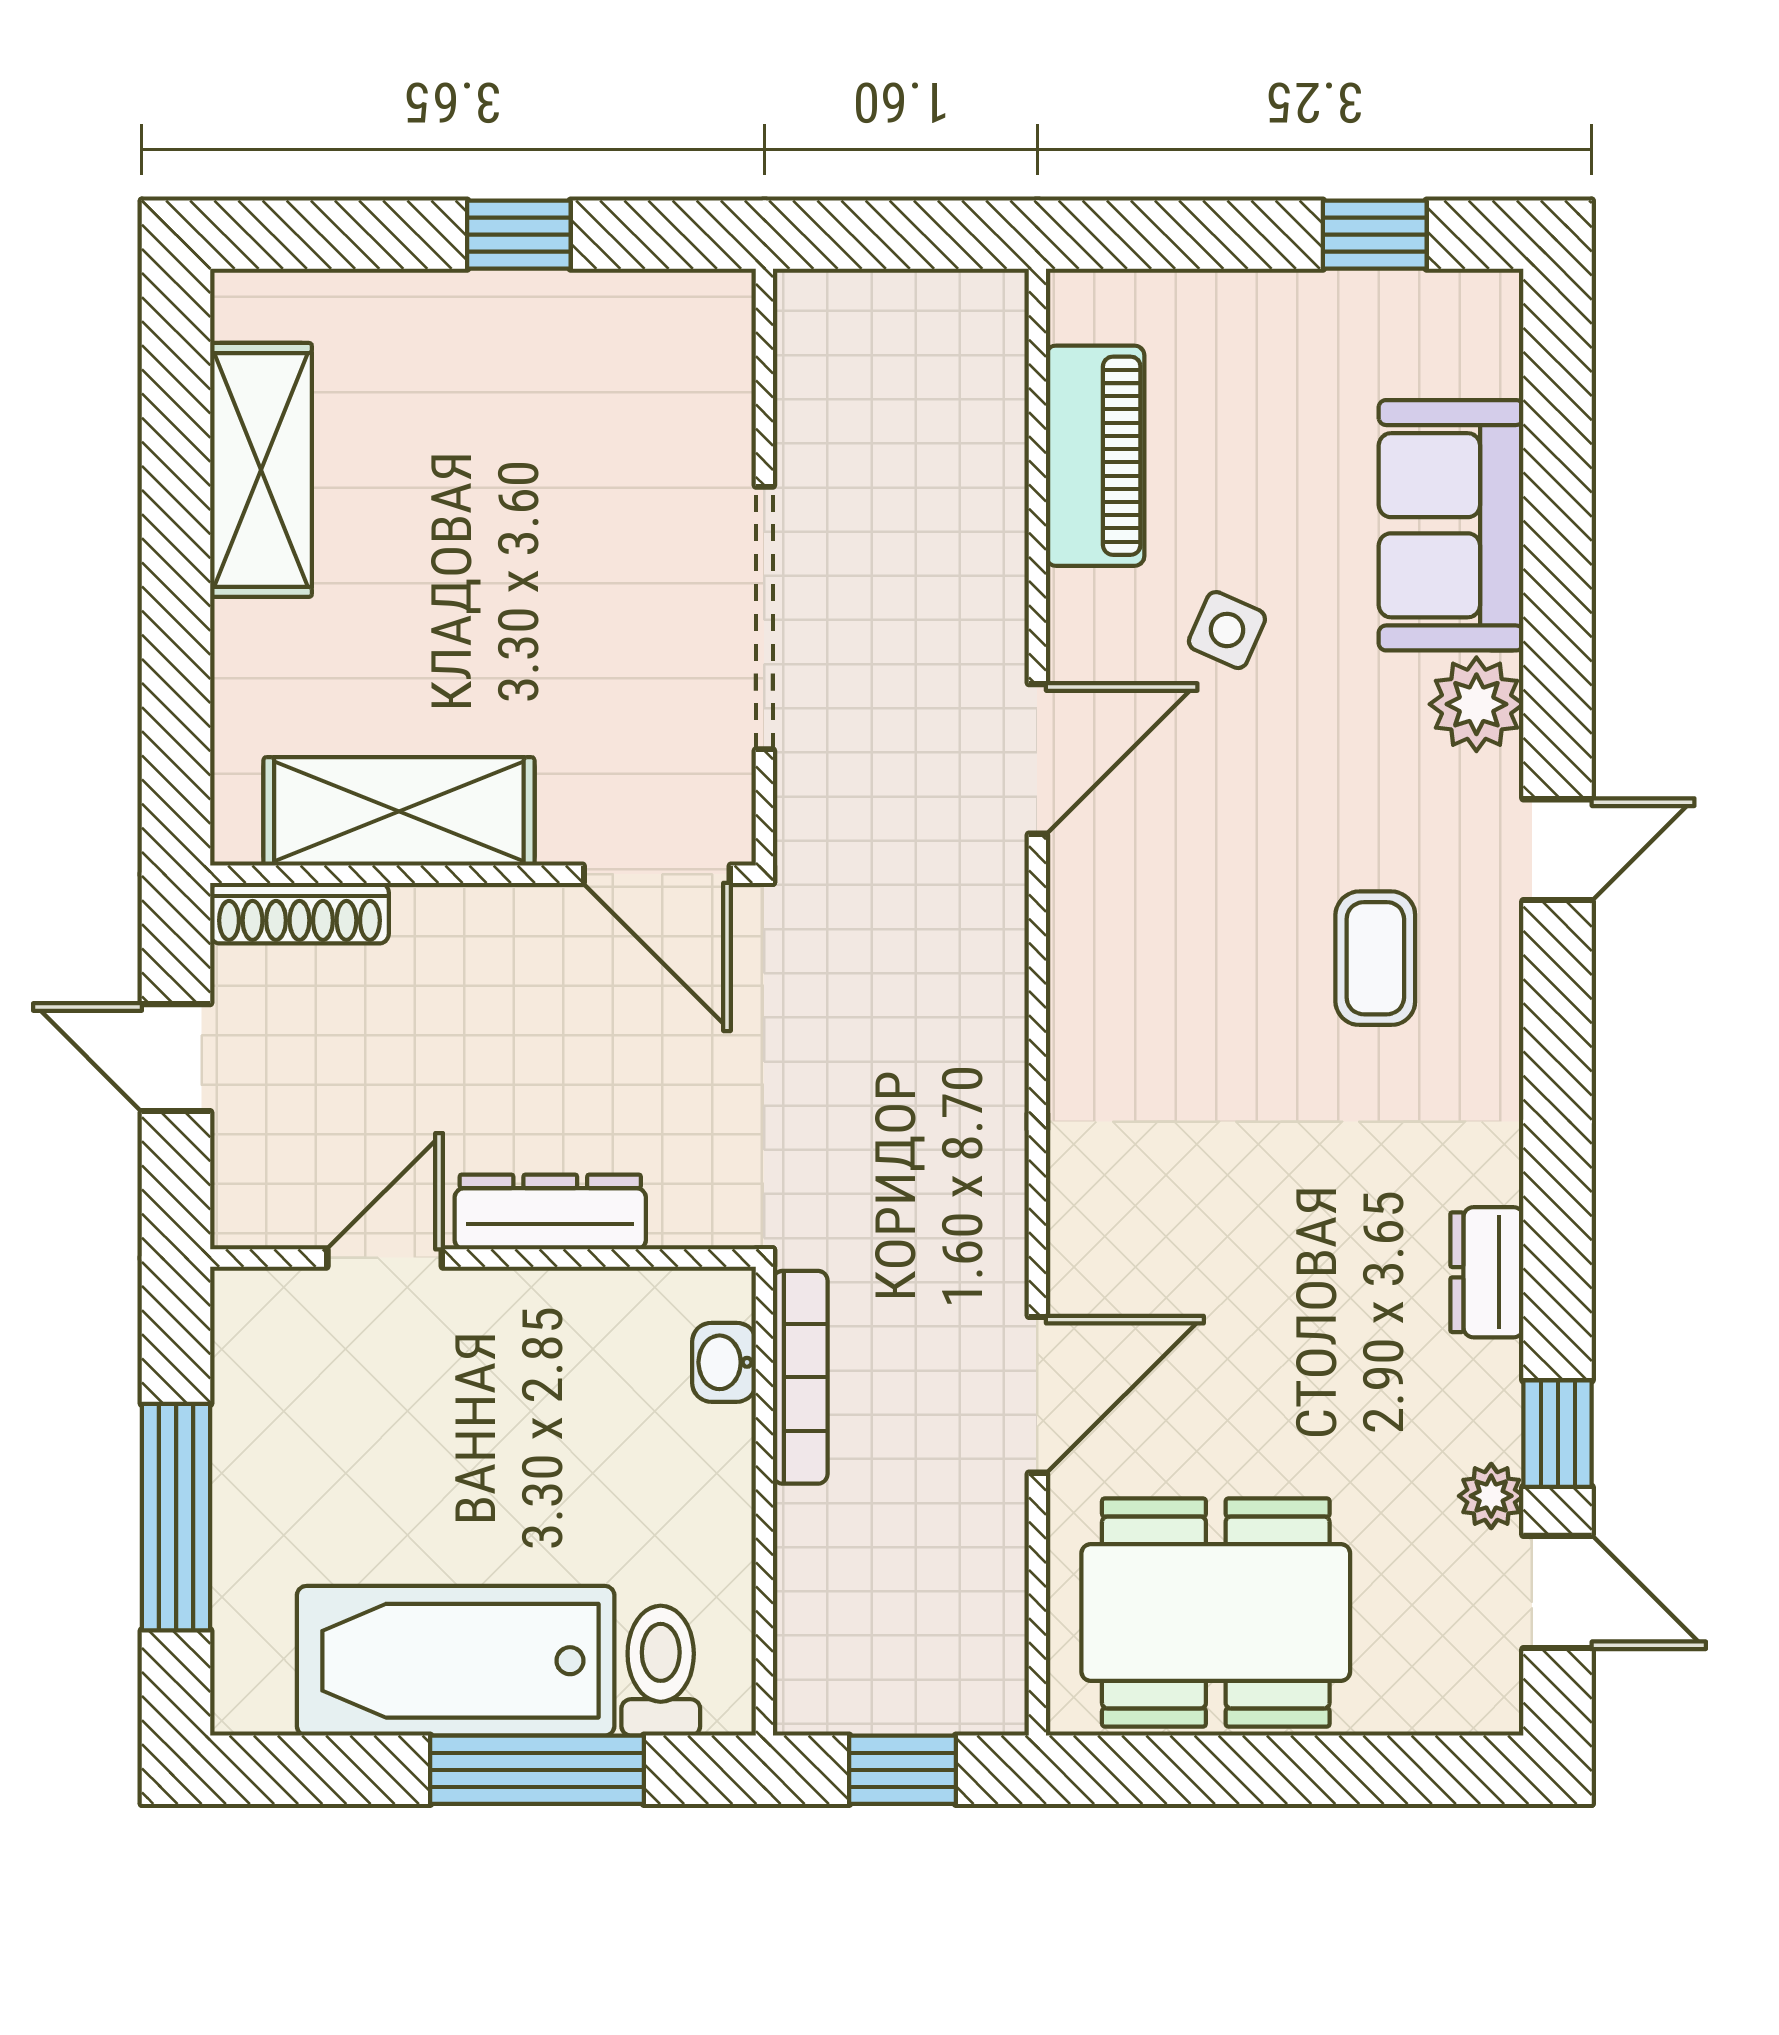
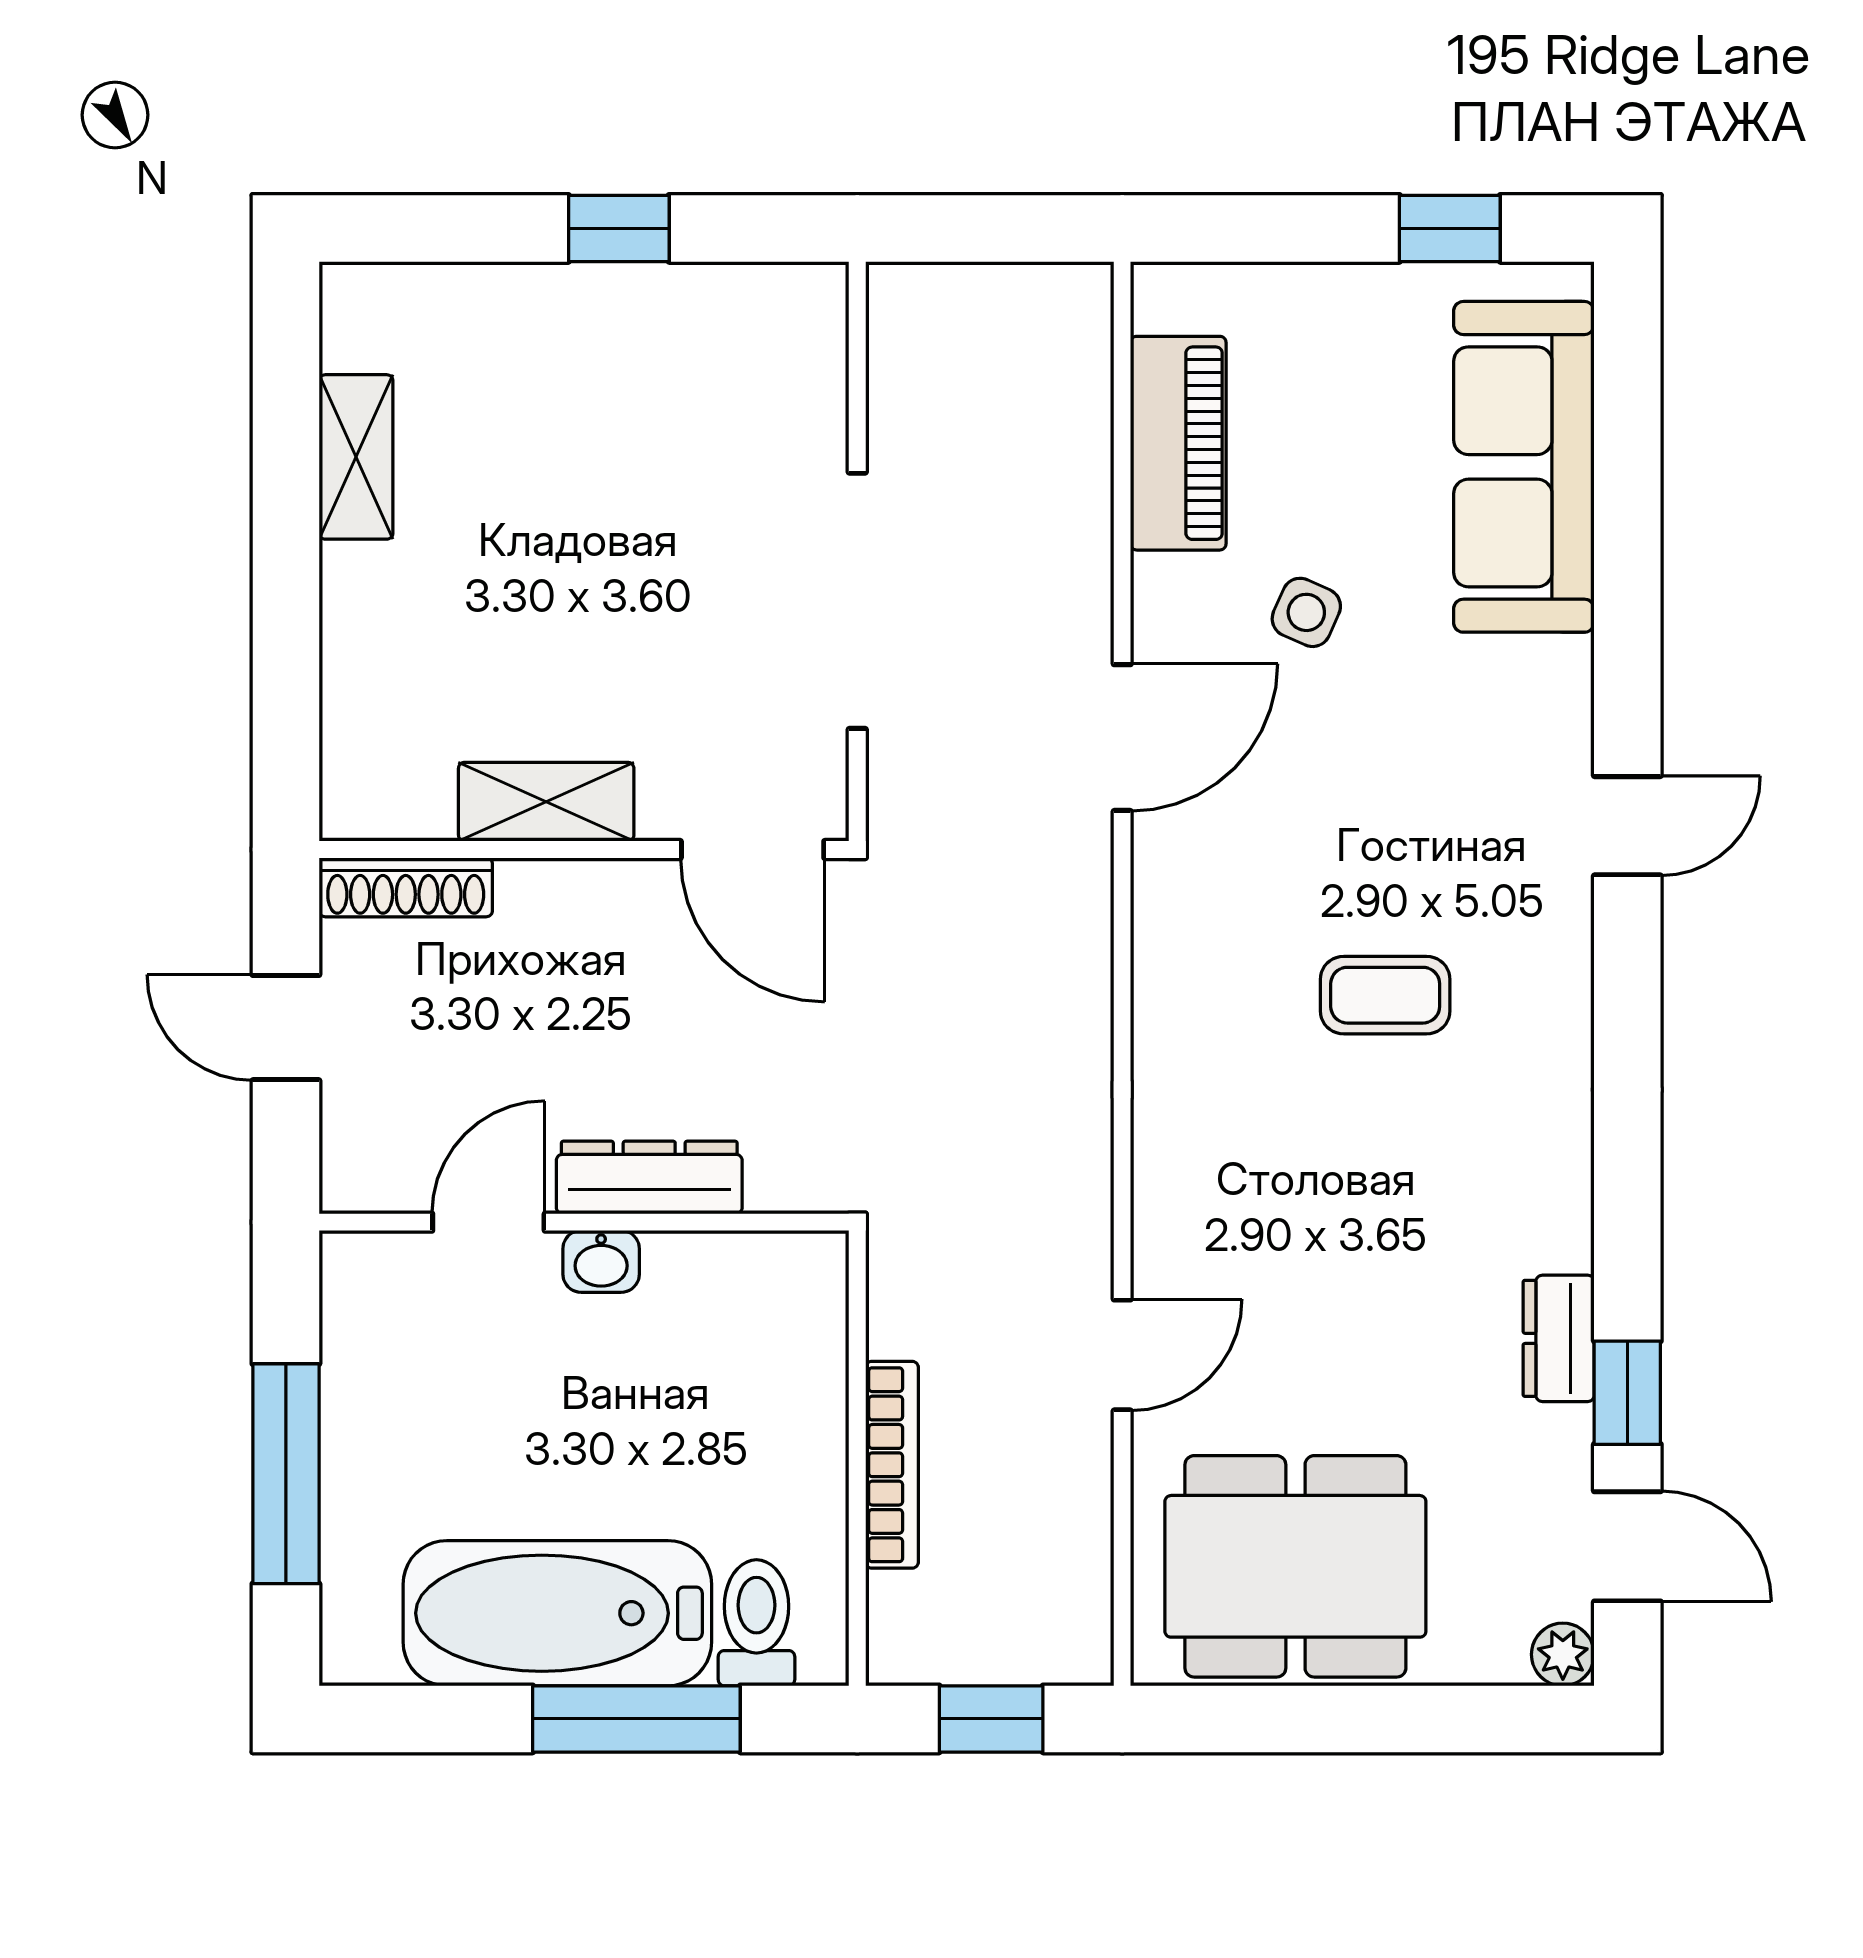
shelving: (261, 470) -> (356, 457), width x0.67, depth x0.75
sofa: (1451, 525) -> (1524, 467), width x1.36
plant: (1476, 704) -> (1549, 684), removed
shelving: (399, 811) -> (546, 802), width x0.67, depth x0.75
coffee table: (1375, 958) -> (1385, 995), moved, turned 90
dresser: (1487, 1272) -> (1559, 1338), moved
washbasin: (724, 1362) -> (601, 1261), moved, turned -90
bookcase: (800, 1377) -> (892, 1465), moved
door: (1037, 1395) -> (1122, 1355), width x0.73
plant: (1491, 1496) -> (1563, 1654), moved

